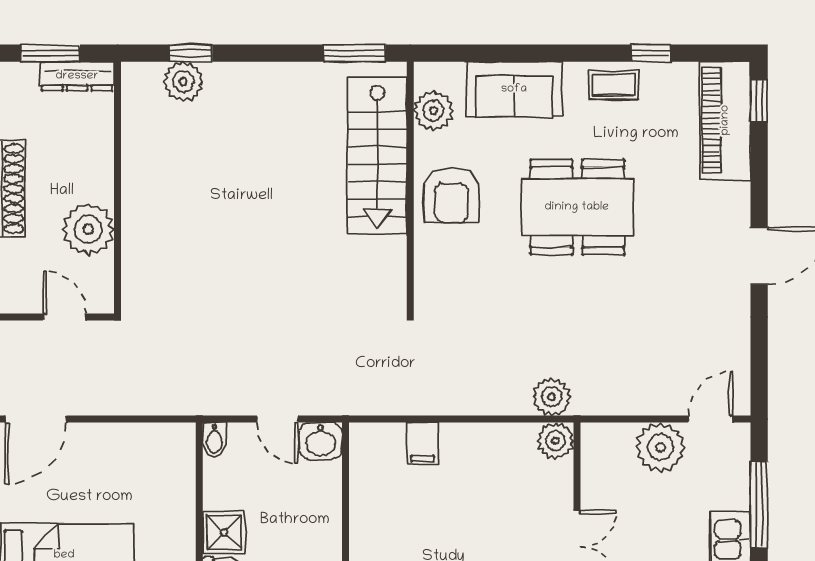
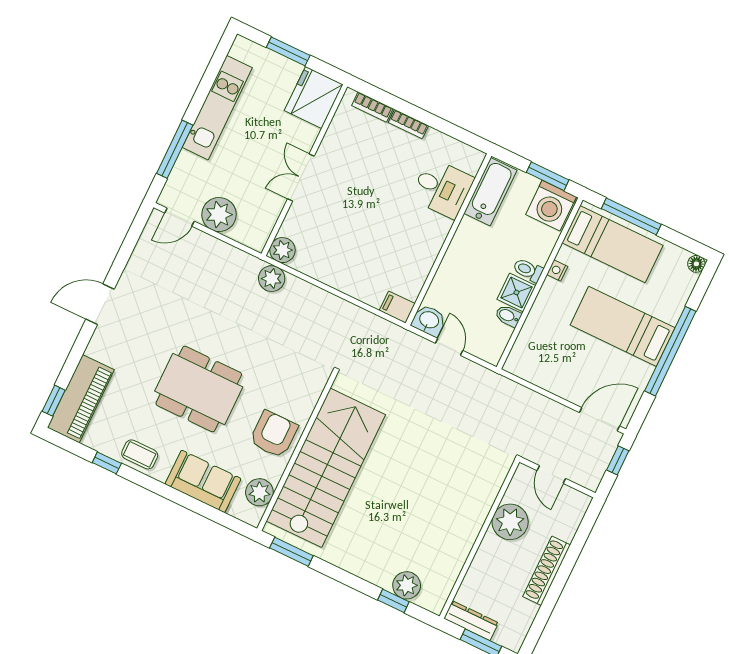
stairs: (377, 156) -> (326, 468), width x1.36, depth x1.51
bidet: (214, 440) -> (508, 316), moved, turned -90
filing cabinet: (423, 444) -> (397, 307), moved, turned -90

